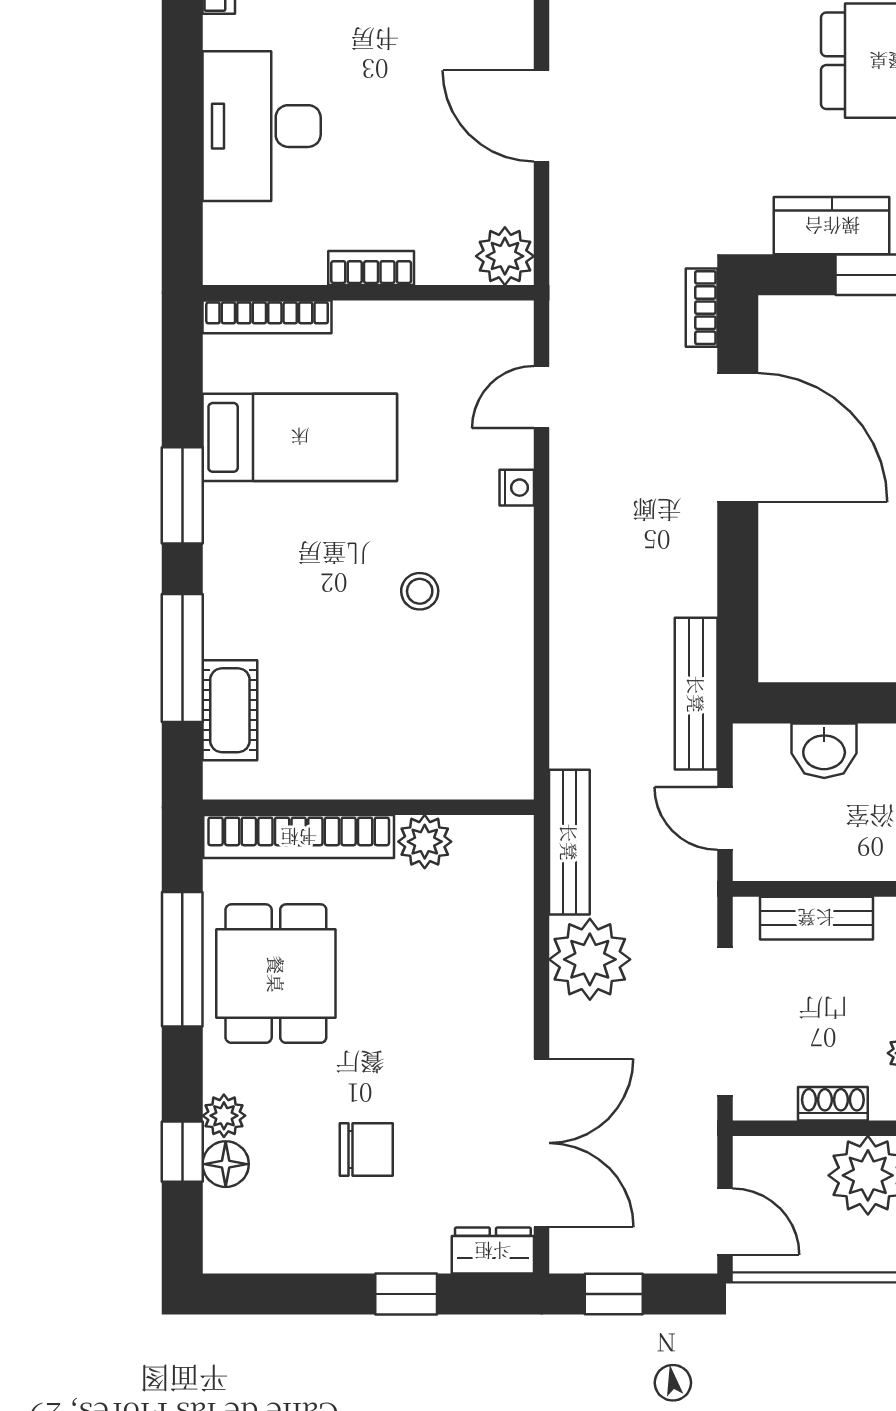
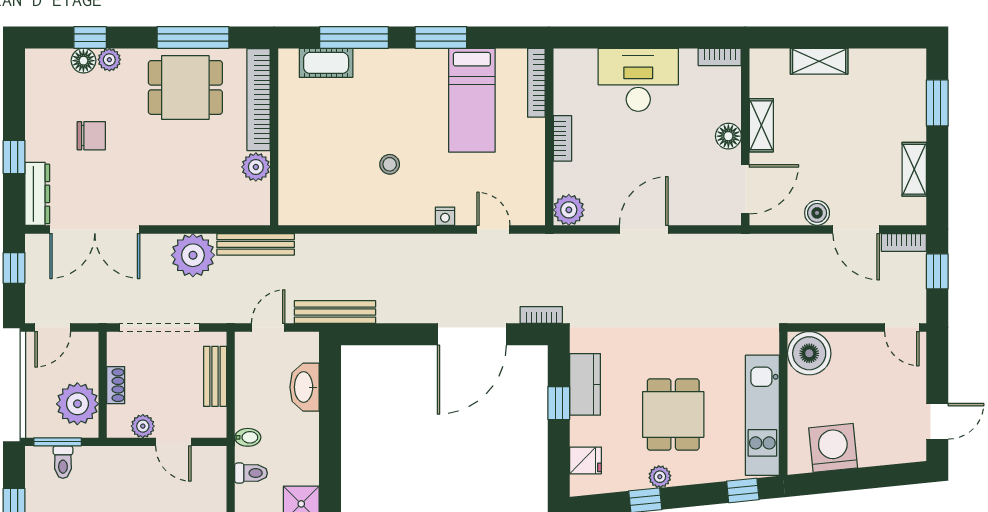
washbasin: (824, 751) -> (304, 387), width x1.38
chair: (366, 1149) -> (91, 136), turned -90
dresser: (493, 1251) -> (37, 194), width x1.44

